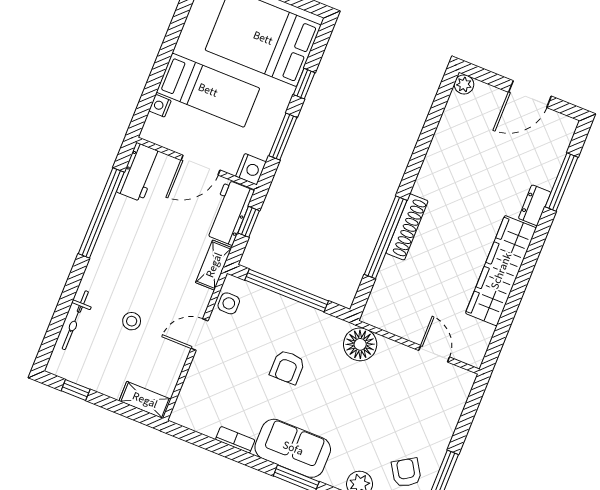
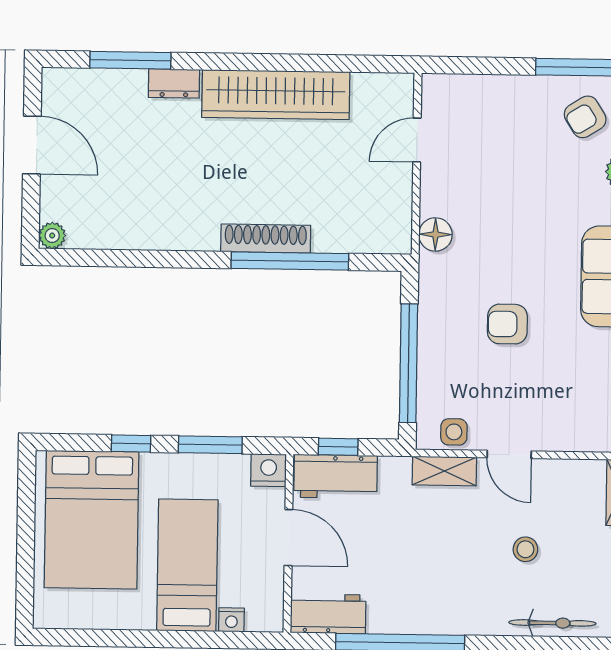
shelving: (214, 265) -> (444, 471), moved
floor lamp: (360, 344) -> (435, 234), width x0.73, depth x0.73
armchair: (287, 367) -> (507, 324), turned 180

